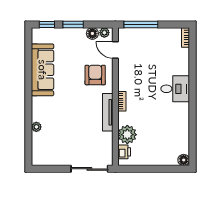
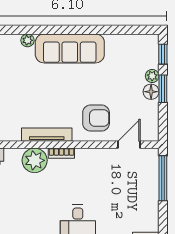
floor lamp: (92, 33) -> (151, 92), moved
plant: (104, 33) -> (152, 76), moved
sofa: (43, 70) -> (70, 48), moved
plant: (127, 135) -> (35, 160), moved

